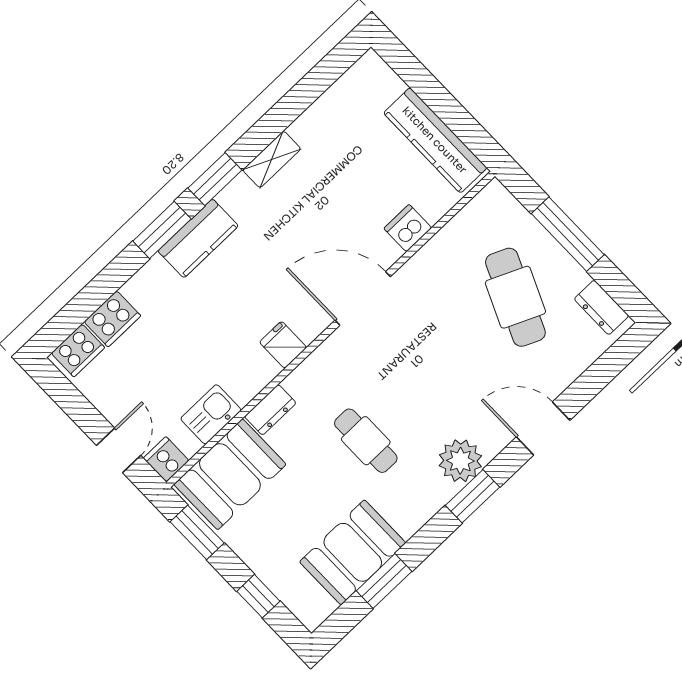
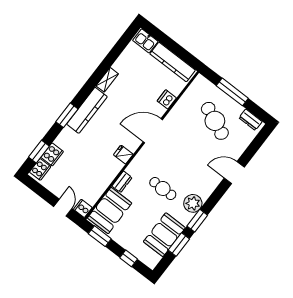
window: (215, 179) -> (39, 152), moved
kitchen counter: (198, 238) -> (87, 110), width x1.50
kitchen sink: (211, 414) -> (145, 41), moved, turned -90
plant: (460, 461) -> (193, 203), moved
window: (472, 496) -> (197, 221), moved

